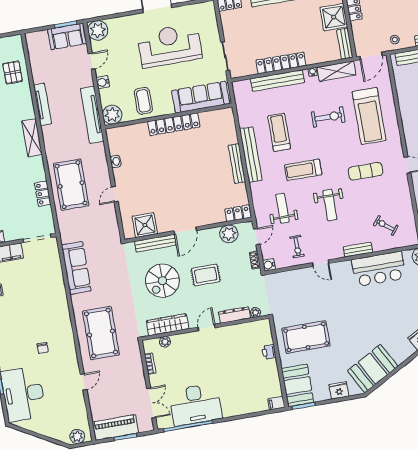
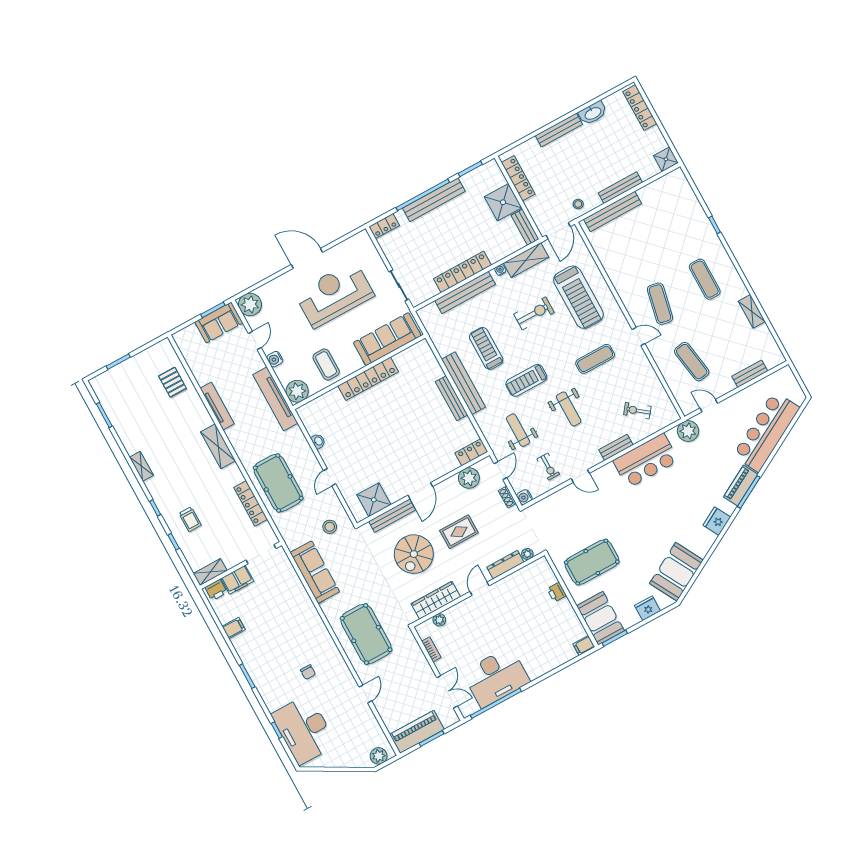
locker: (43, 194) -> (251, 503), width x1.53
stool: (101, 235) -> (330, 527), added

